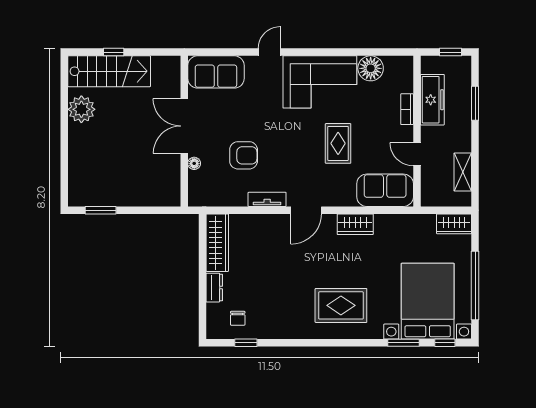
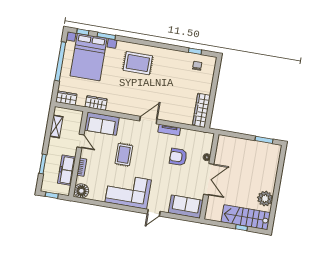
floor lamp: (371, 68) -> (81, 191), moved
wardrobe: (355, 224) -> (96, 103), moved
dresser: (214, 288) -> (207, 85), removed

